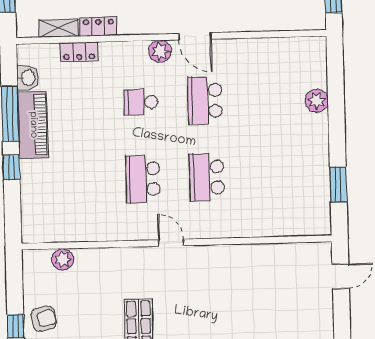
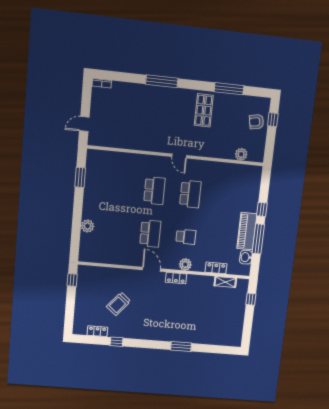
locker: (98, 27) -> (176, 278), moved
plant: (160, 51) -> (185, 264), moved

